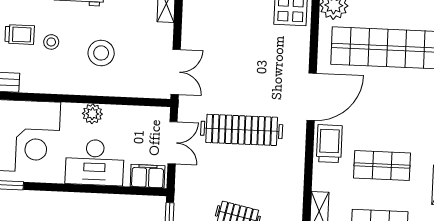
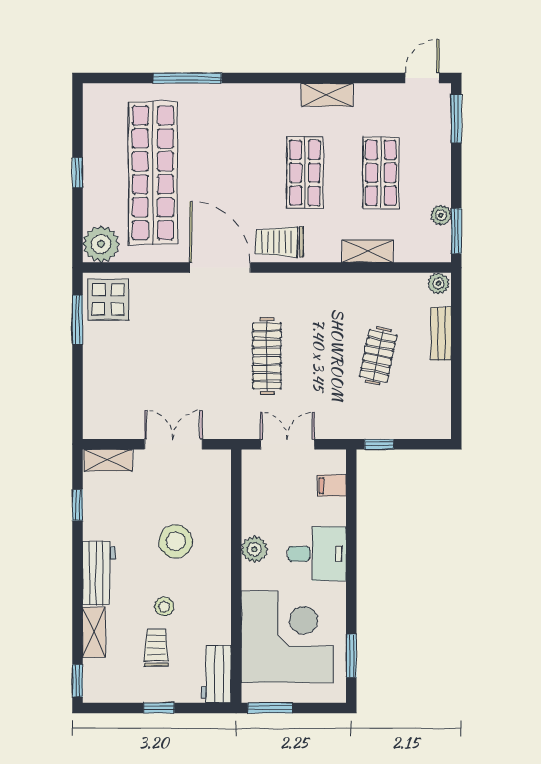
double door: (176, 72) -> (173, 444), moved
clothes rail: (242, 130) -> (267, 356), width x0.73, depth x0.76
desk: (95, 162) -> (317, 554), width x0.73
filing cabinet: (148, 176) -> (332, 485), width x0.50

